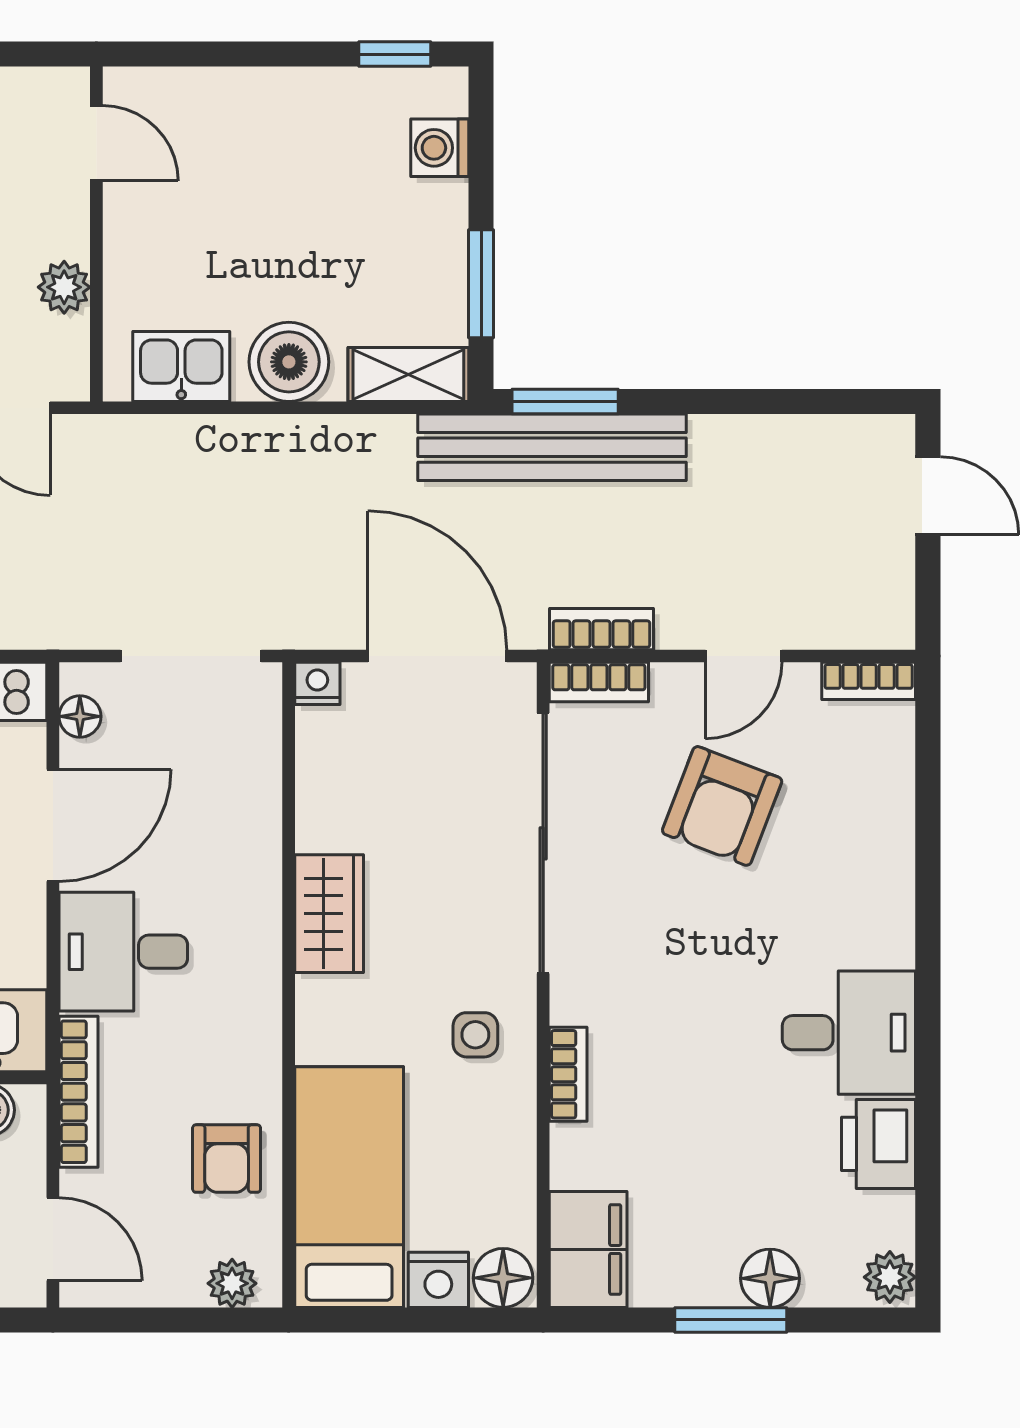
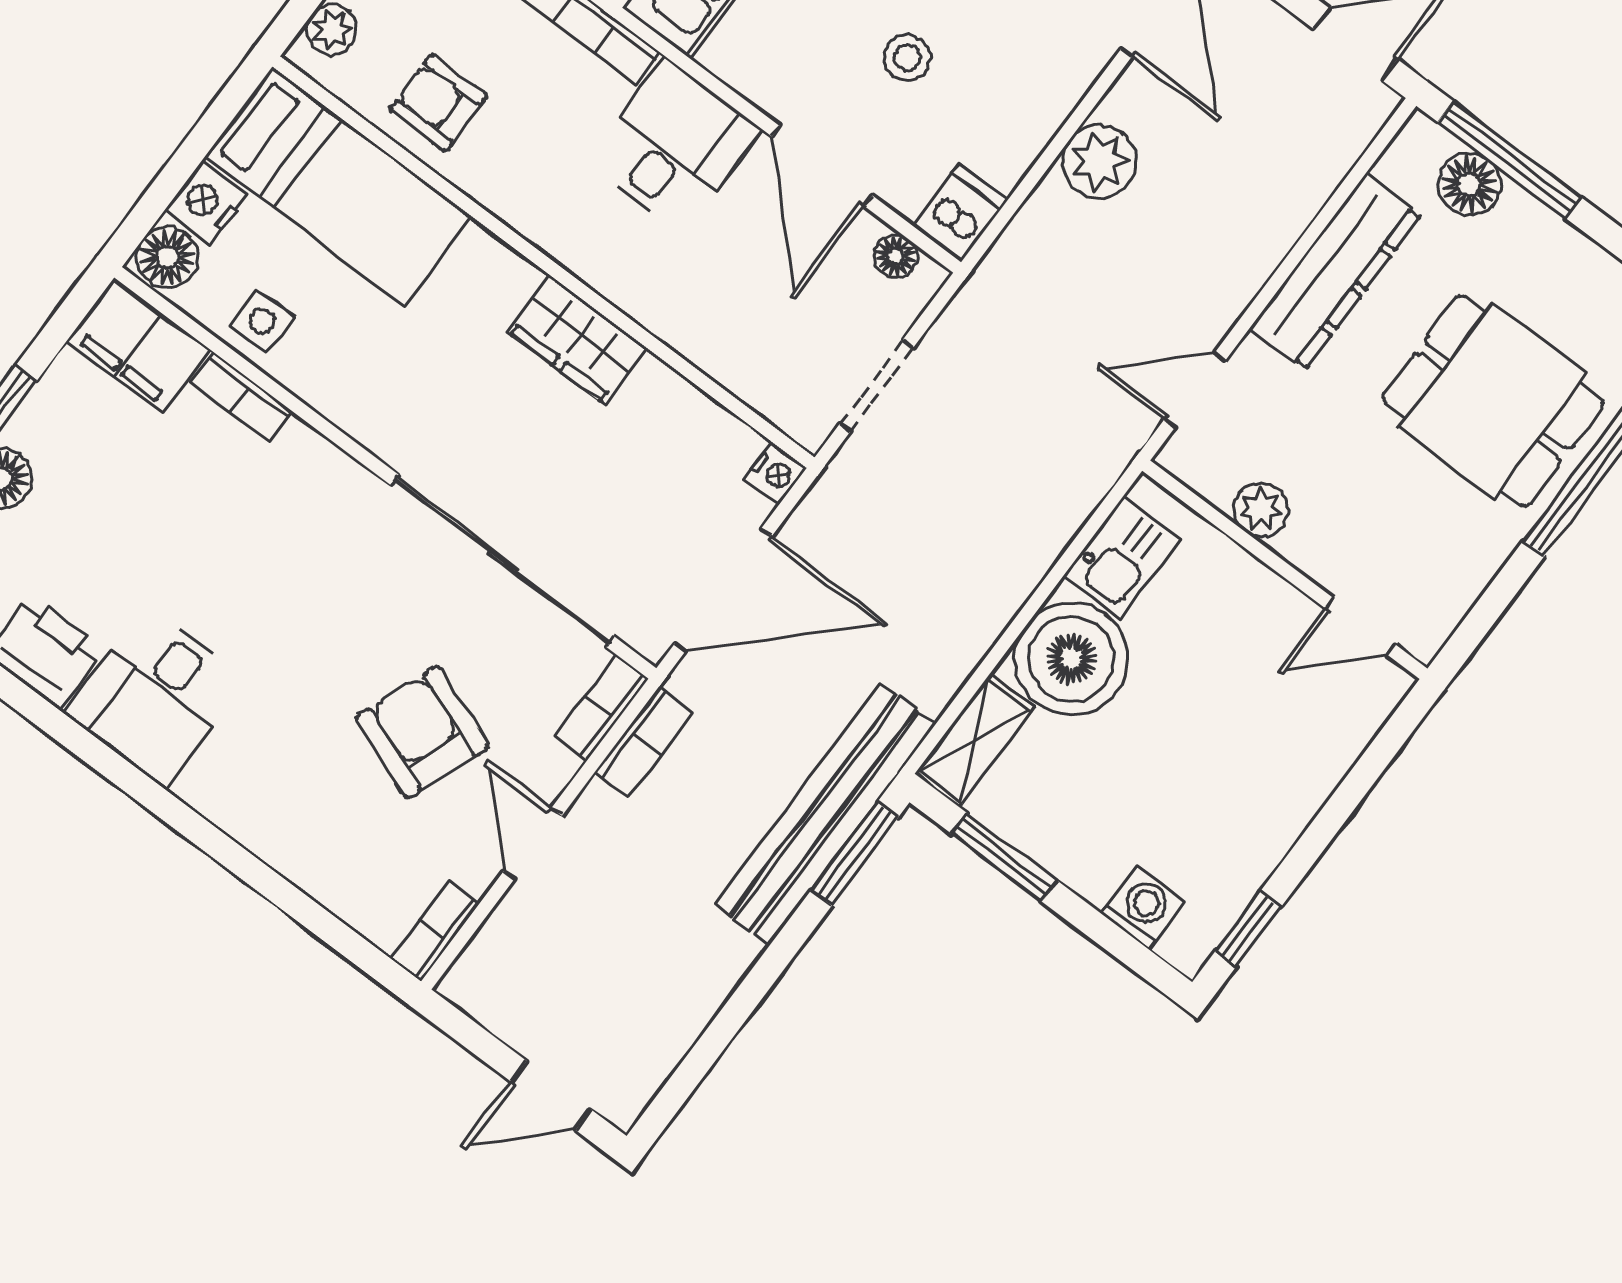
boiler: (289, 362) -> (1071, 659), width x1.37, depth x1.37
doorway: (191, 656) -> (877, 386), width x0.73
side table: (475, 1035) -> (261, 321), moved
bookcase: (568, 1074) -> (242, 398), moved

